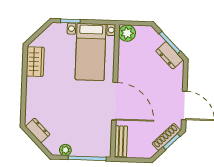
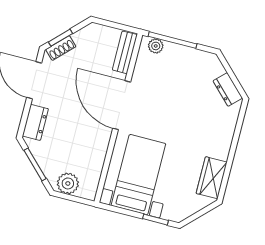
plant: (127, 33) -> (68, 183), moved
dresser: (169, 55) -> (35, 122), moved, turned 45
shoe rack: (166, 137) -> (61, 48), width x0.70
plant: (65, 150) -> (156, 46), moved

